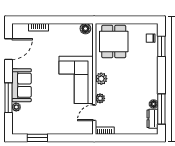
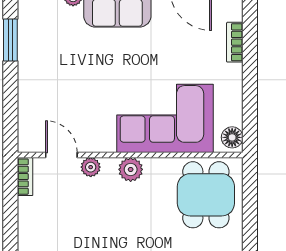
dining table: (114, 42) -> (206, 195), turned 90
corner sofa: (76, 80) -> (165, 118), moved

